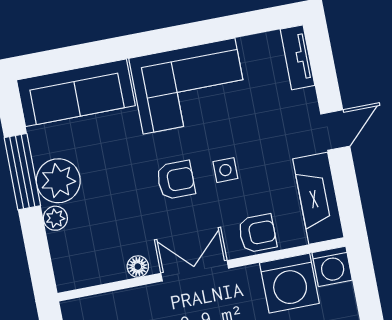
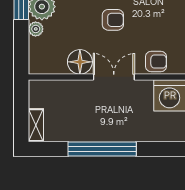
side table: (225, 170) -> (144, 20), removed
floor lamp: (138, 267) -> (80, 62), width x1.89, depth x1.89

